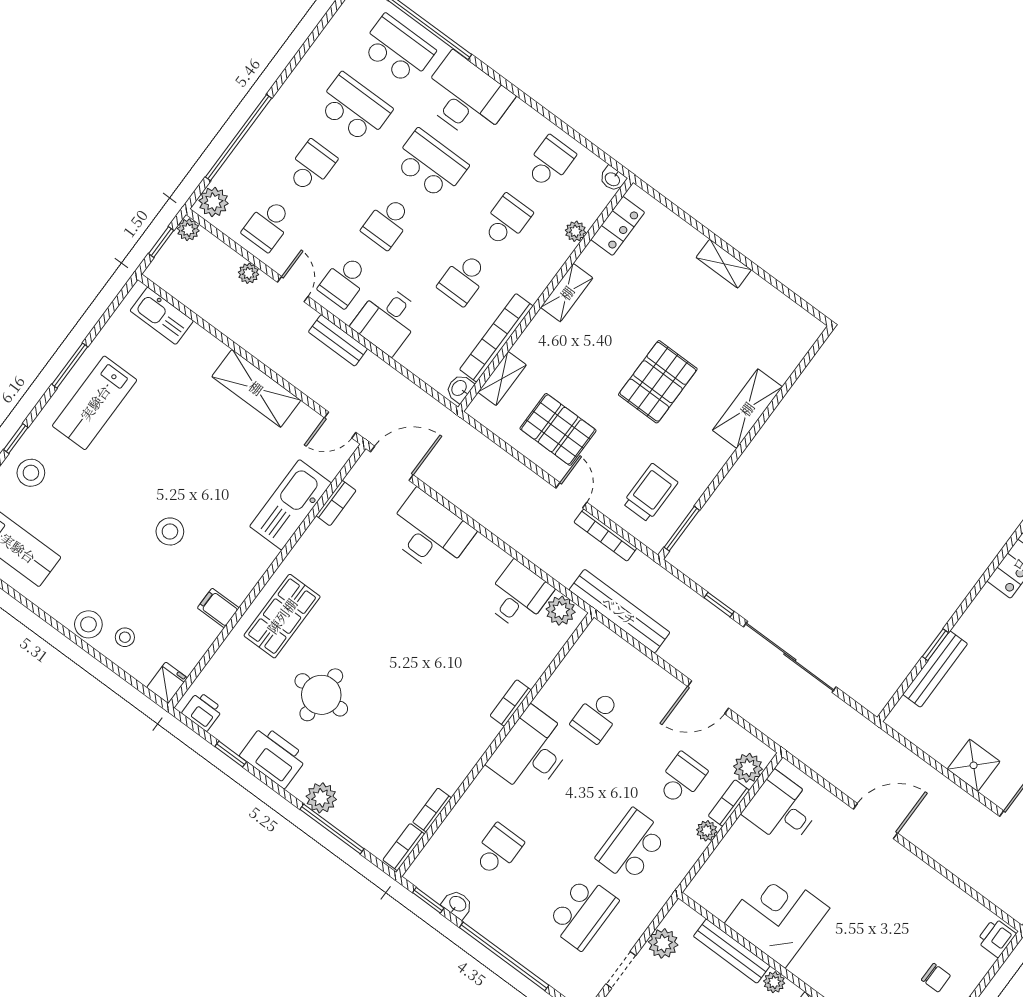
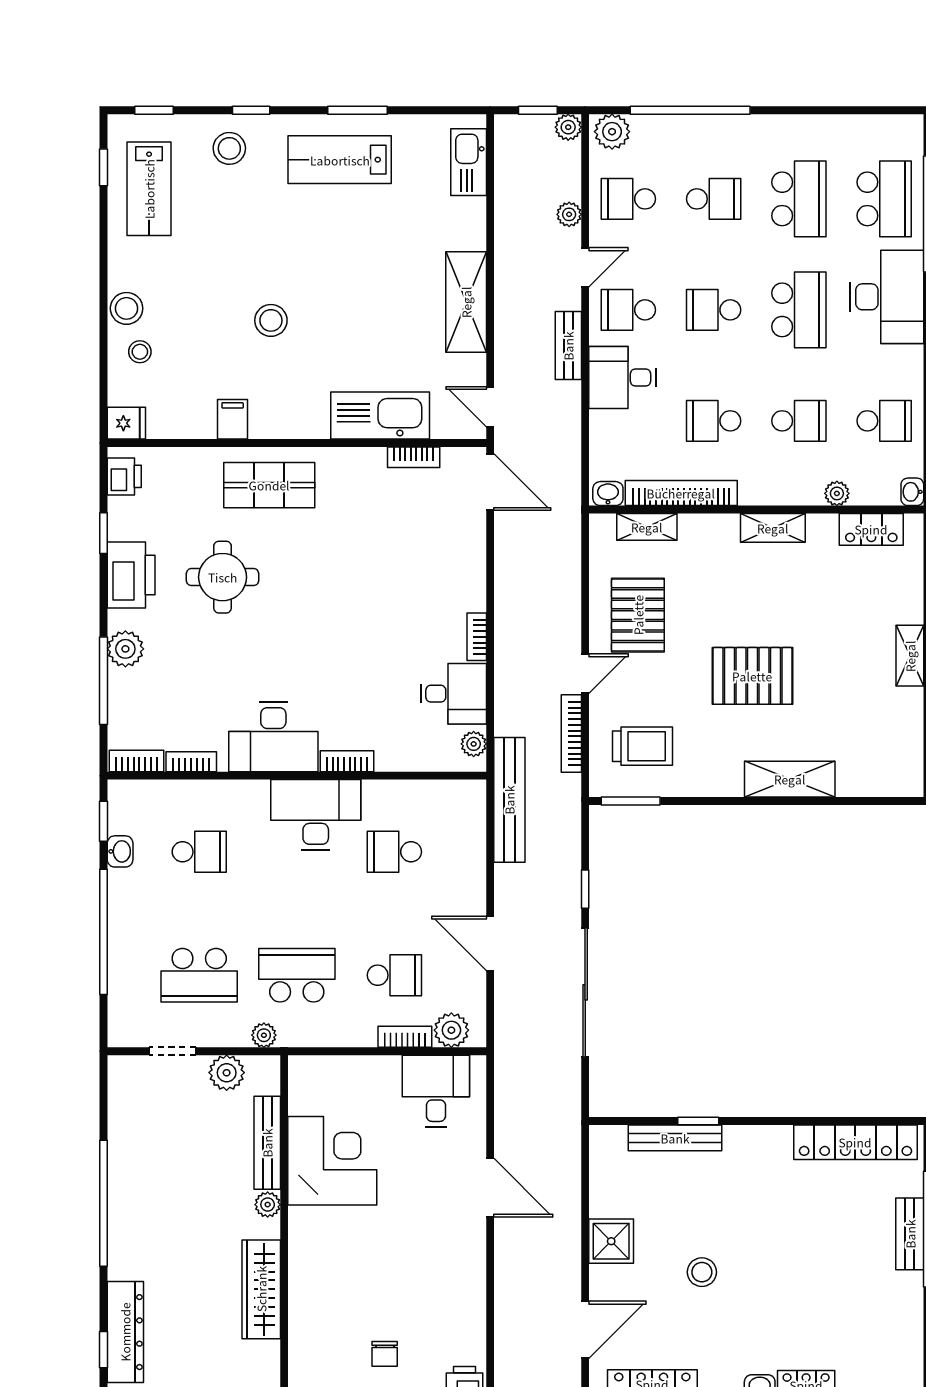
desk: (430, 532) -> (273, 737), moved, turned 90
bookcase: (491, 551) -> (477, 637), added
plant: (561, 611) -> (474, 744), width x0.73, depth x0.73
plant: (707, 831) -> (264, 1035), moved

